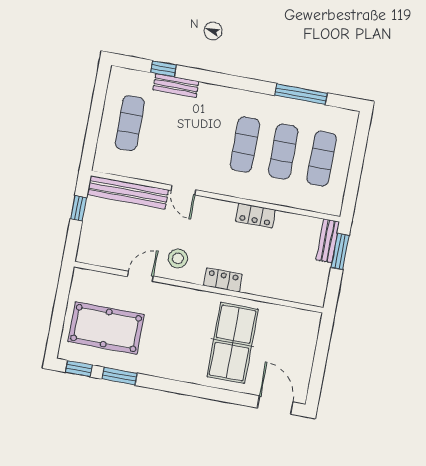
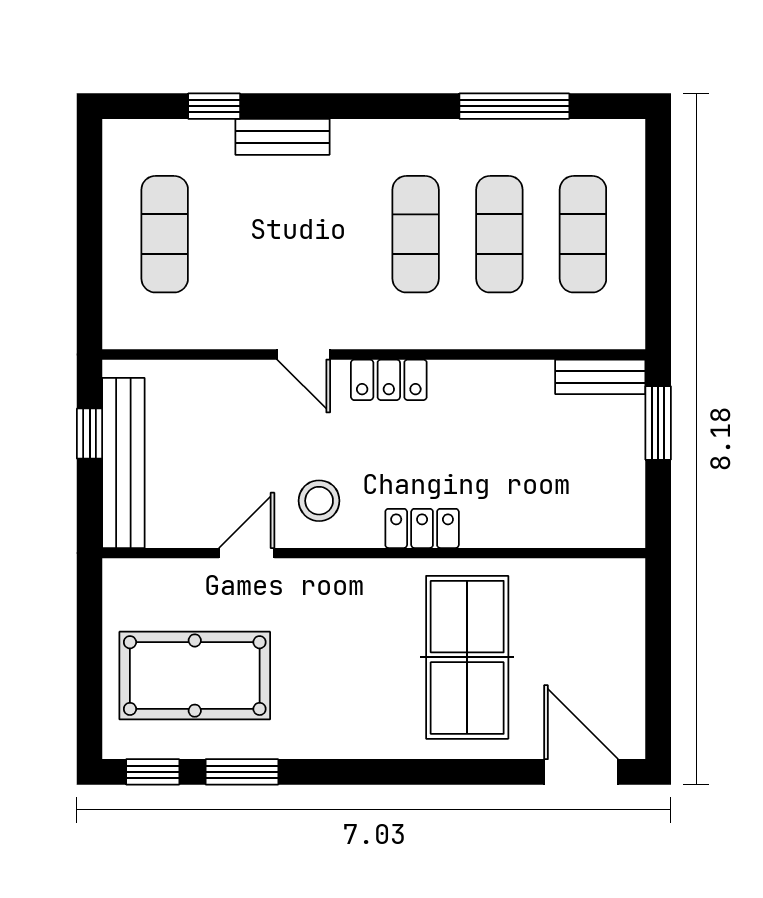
bench: (176, 86) -> (282, 137), moved
bench: (128, 192) -> (123, 463), moved, turned 90
locker: (255, 216) -> (389, 380), moved
bench: (328, 241) -> (600, 377), moved, turned 90

